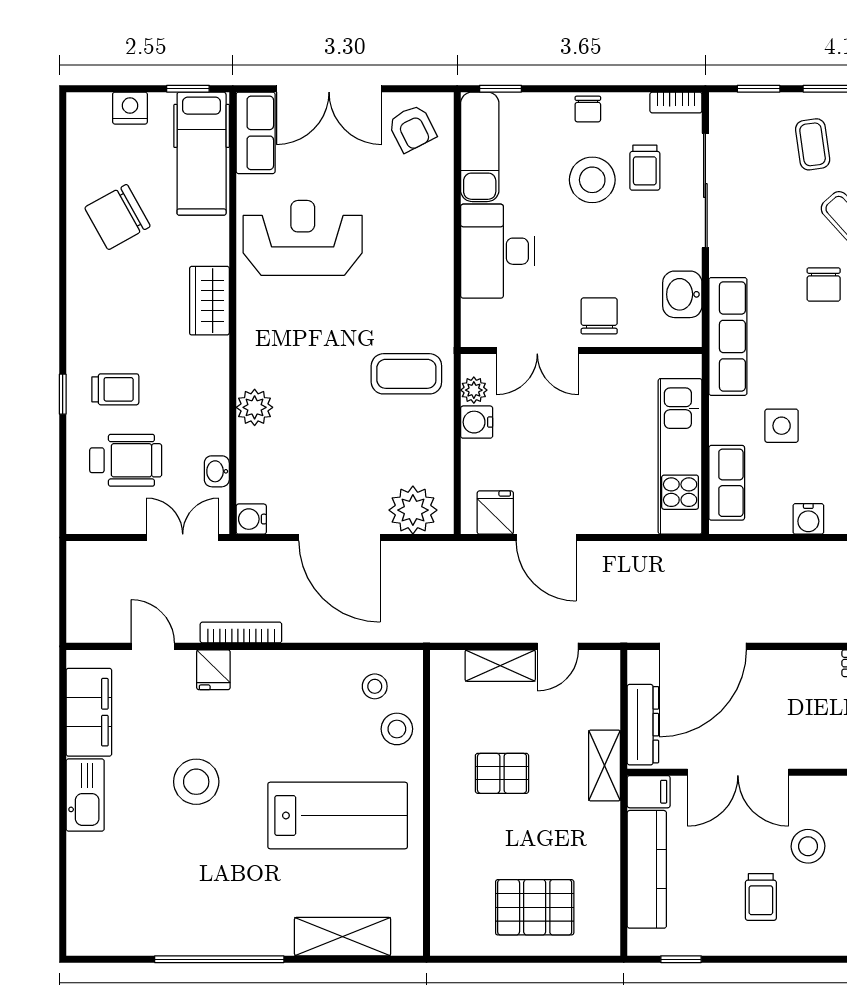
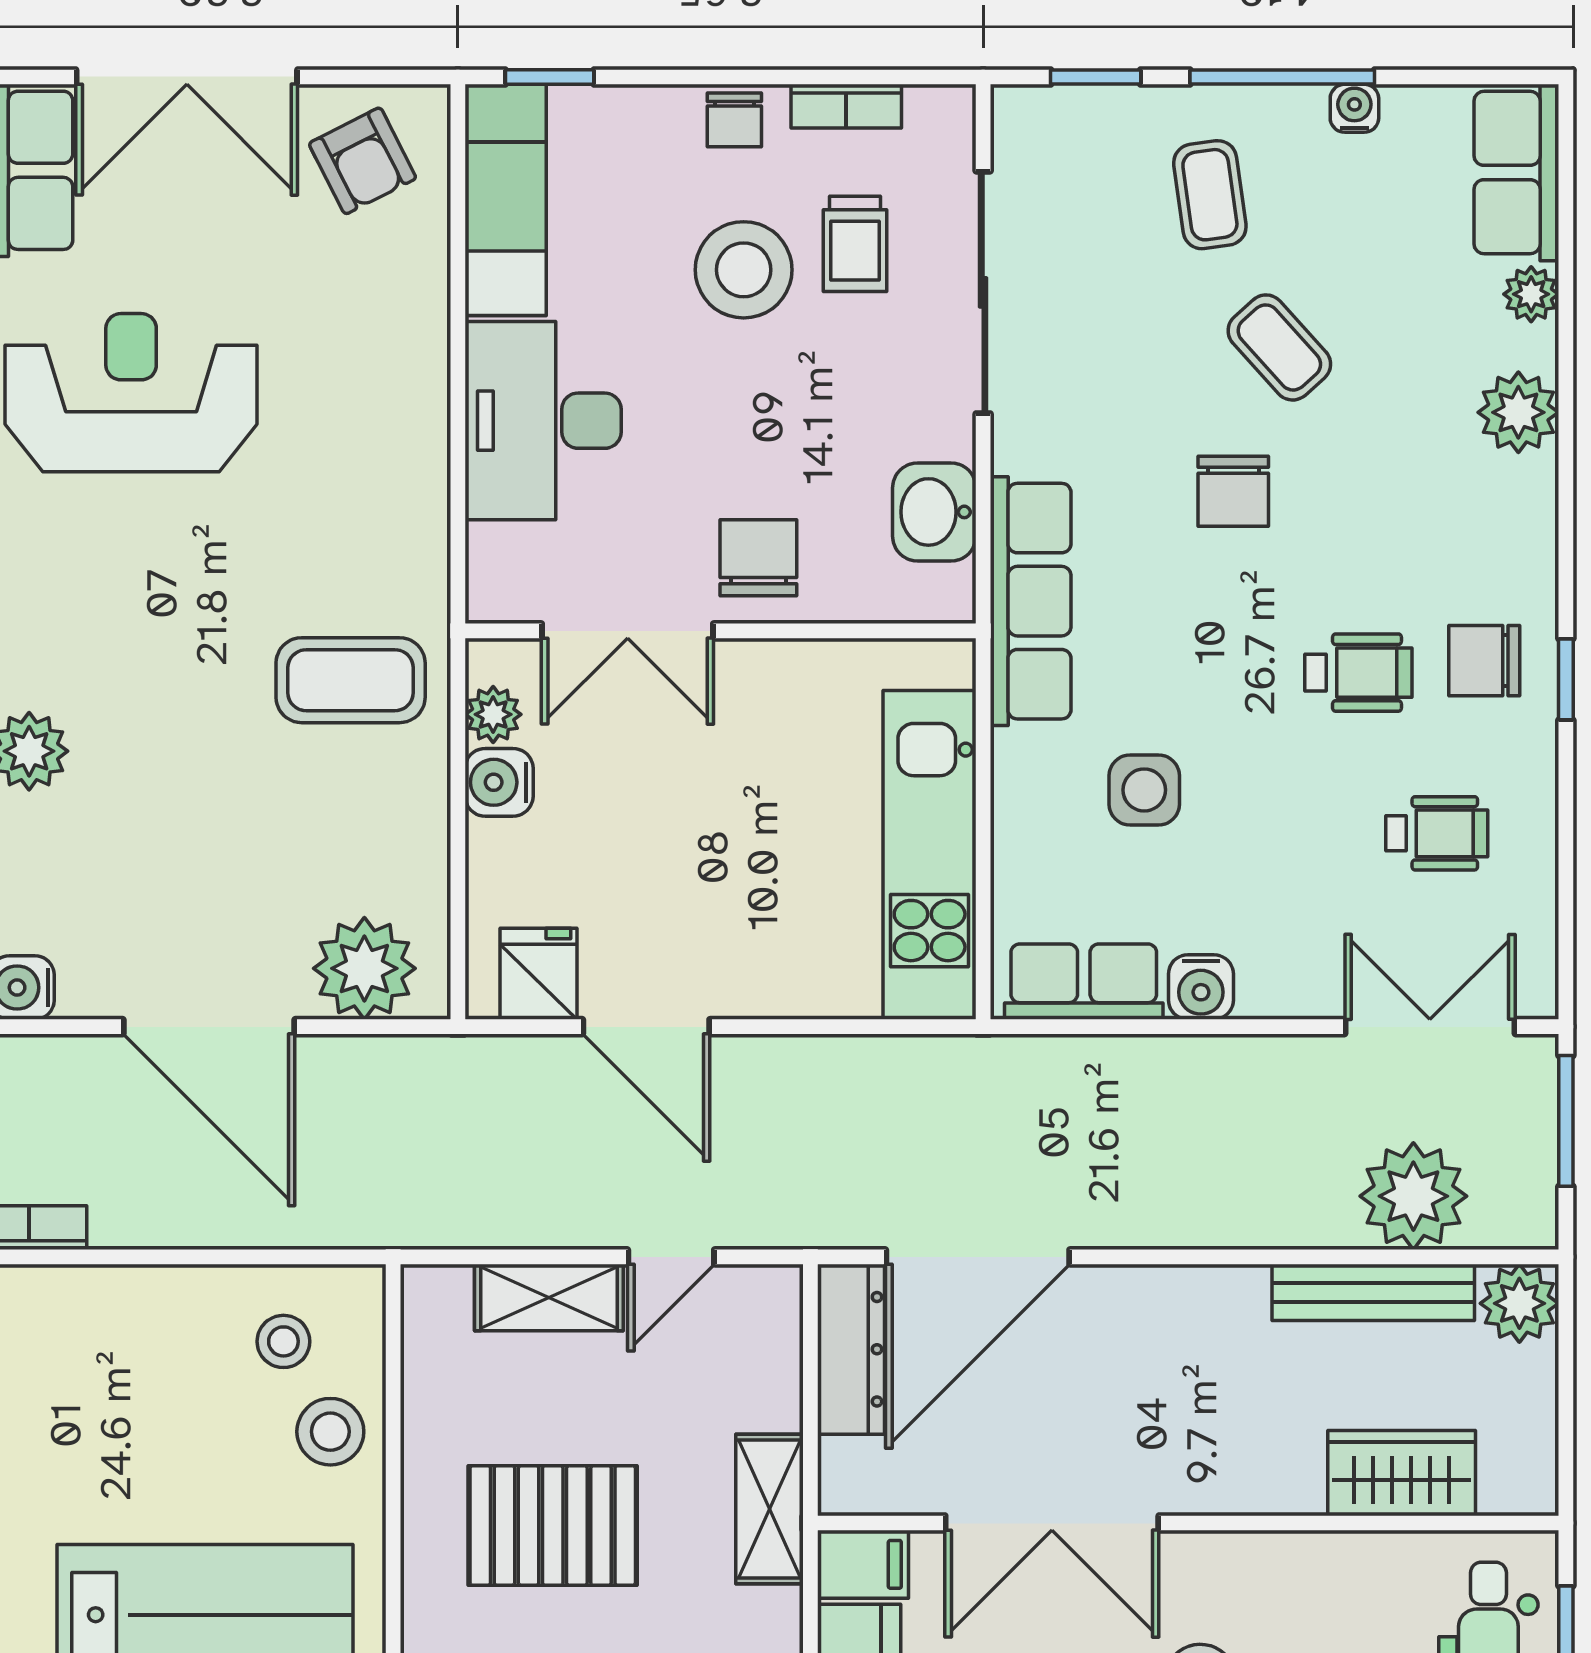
bookcase: (676, 103) -> (846, 106), moved
row of seats: (727, 483) -> (1084, 982), moved, turned -90
dresser: (643, 725) -> (851, 1349), moved
pallet: (502, 773) -> (553, 1525), width x1.50, depth x1.42

